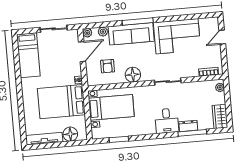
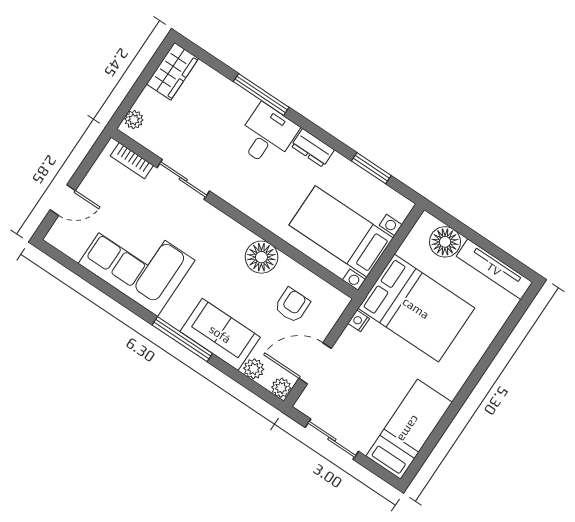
sofa: (131, 34) -> (220, 334), width x0.73
sliding door: (168, 82) -> (183, 179), moved
dresser: (188, 126) -> (313, 148), moved
window: (192, 133) -> (261, 94), moved

